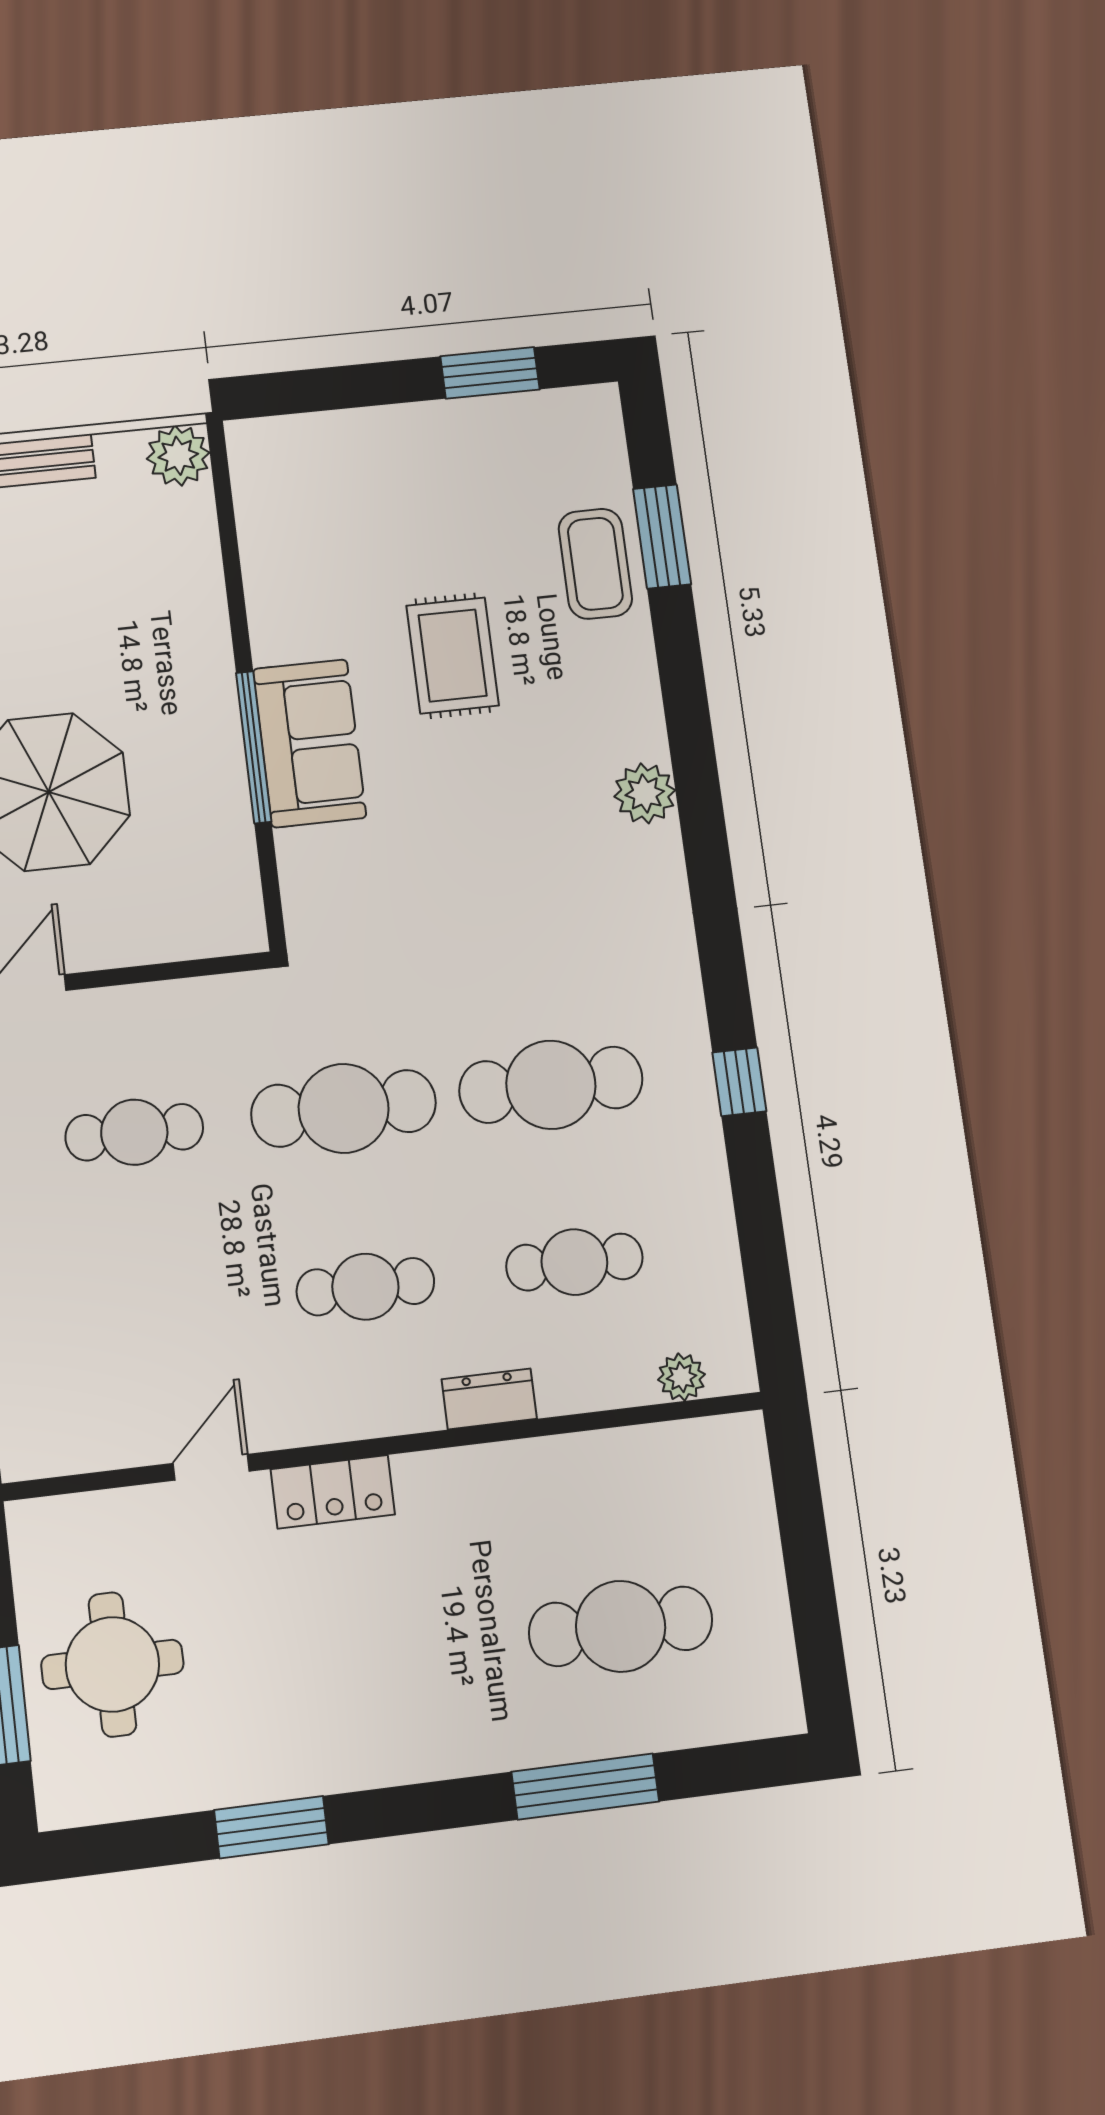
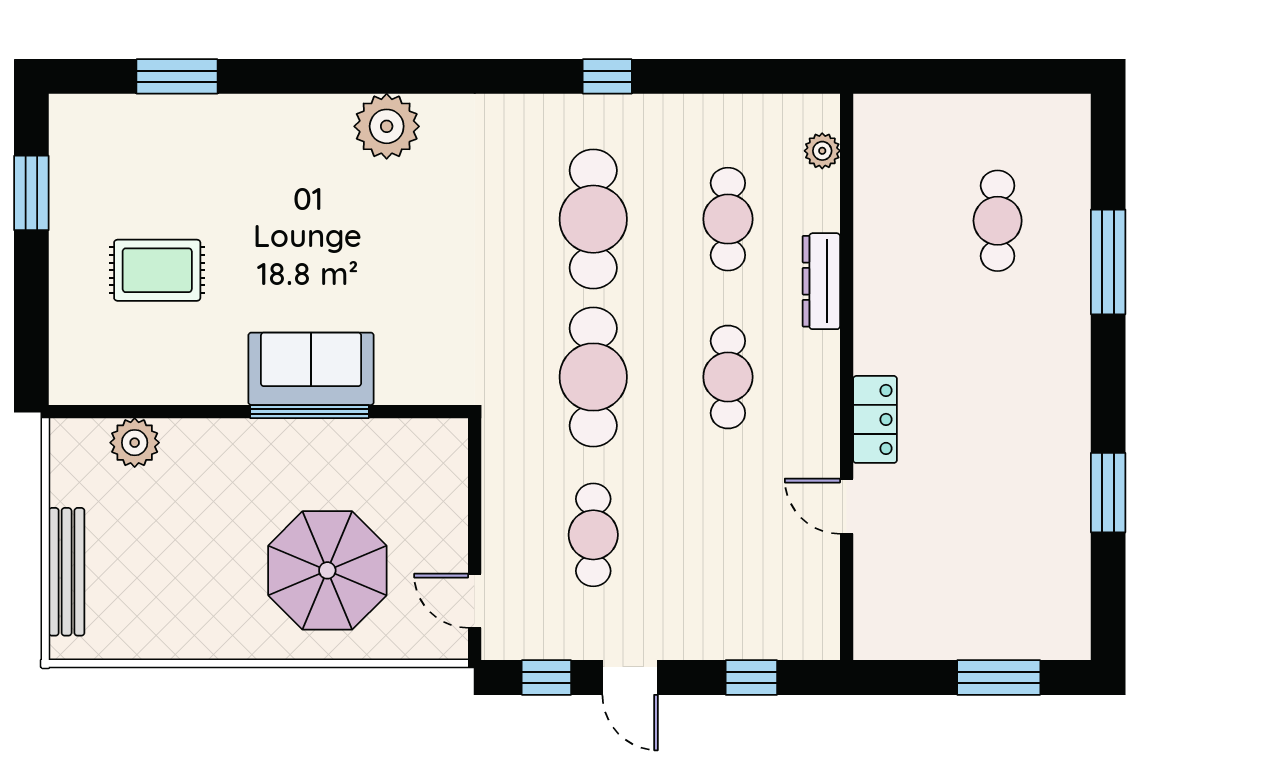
plant: (178, 456) -> (135, 443), moved
coffee table: (595, 564) -> (193, 131), removed
rug: (453, 655) -> (157, 270), moved
plant: (645, 793) -> (387, 126), width x1.36, depth x1.36
dresser: (489, 1399) -> (821, 281), width x1.44
cafe table: (621, 1626) -> (998, 221), width x0.73, depth x0.74
round table: (112, 1664) -> (979, 594), removed

